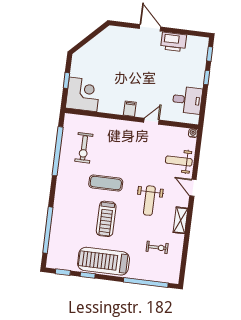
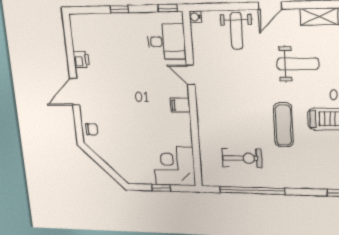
chair: (119, 35) -> (92, 129), added
printer: (174, 42) -> (81, 60), width x0.53, depth x0.68
window: (210, 54) -> (167, 8), moved
desk: (187, 100) -> (166, 42), moved, turned 90

